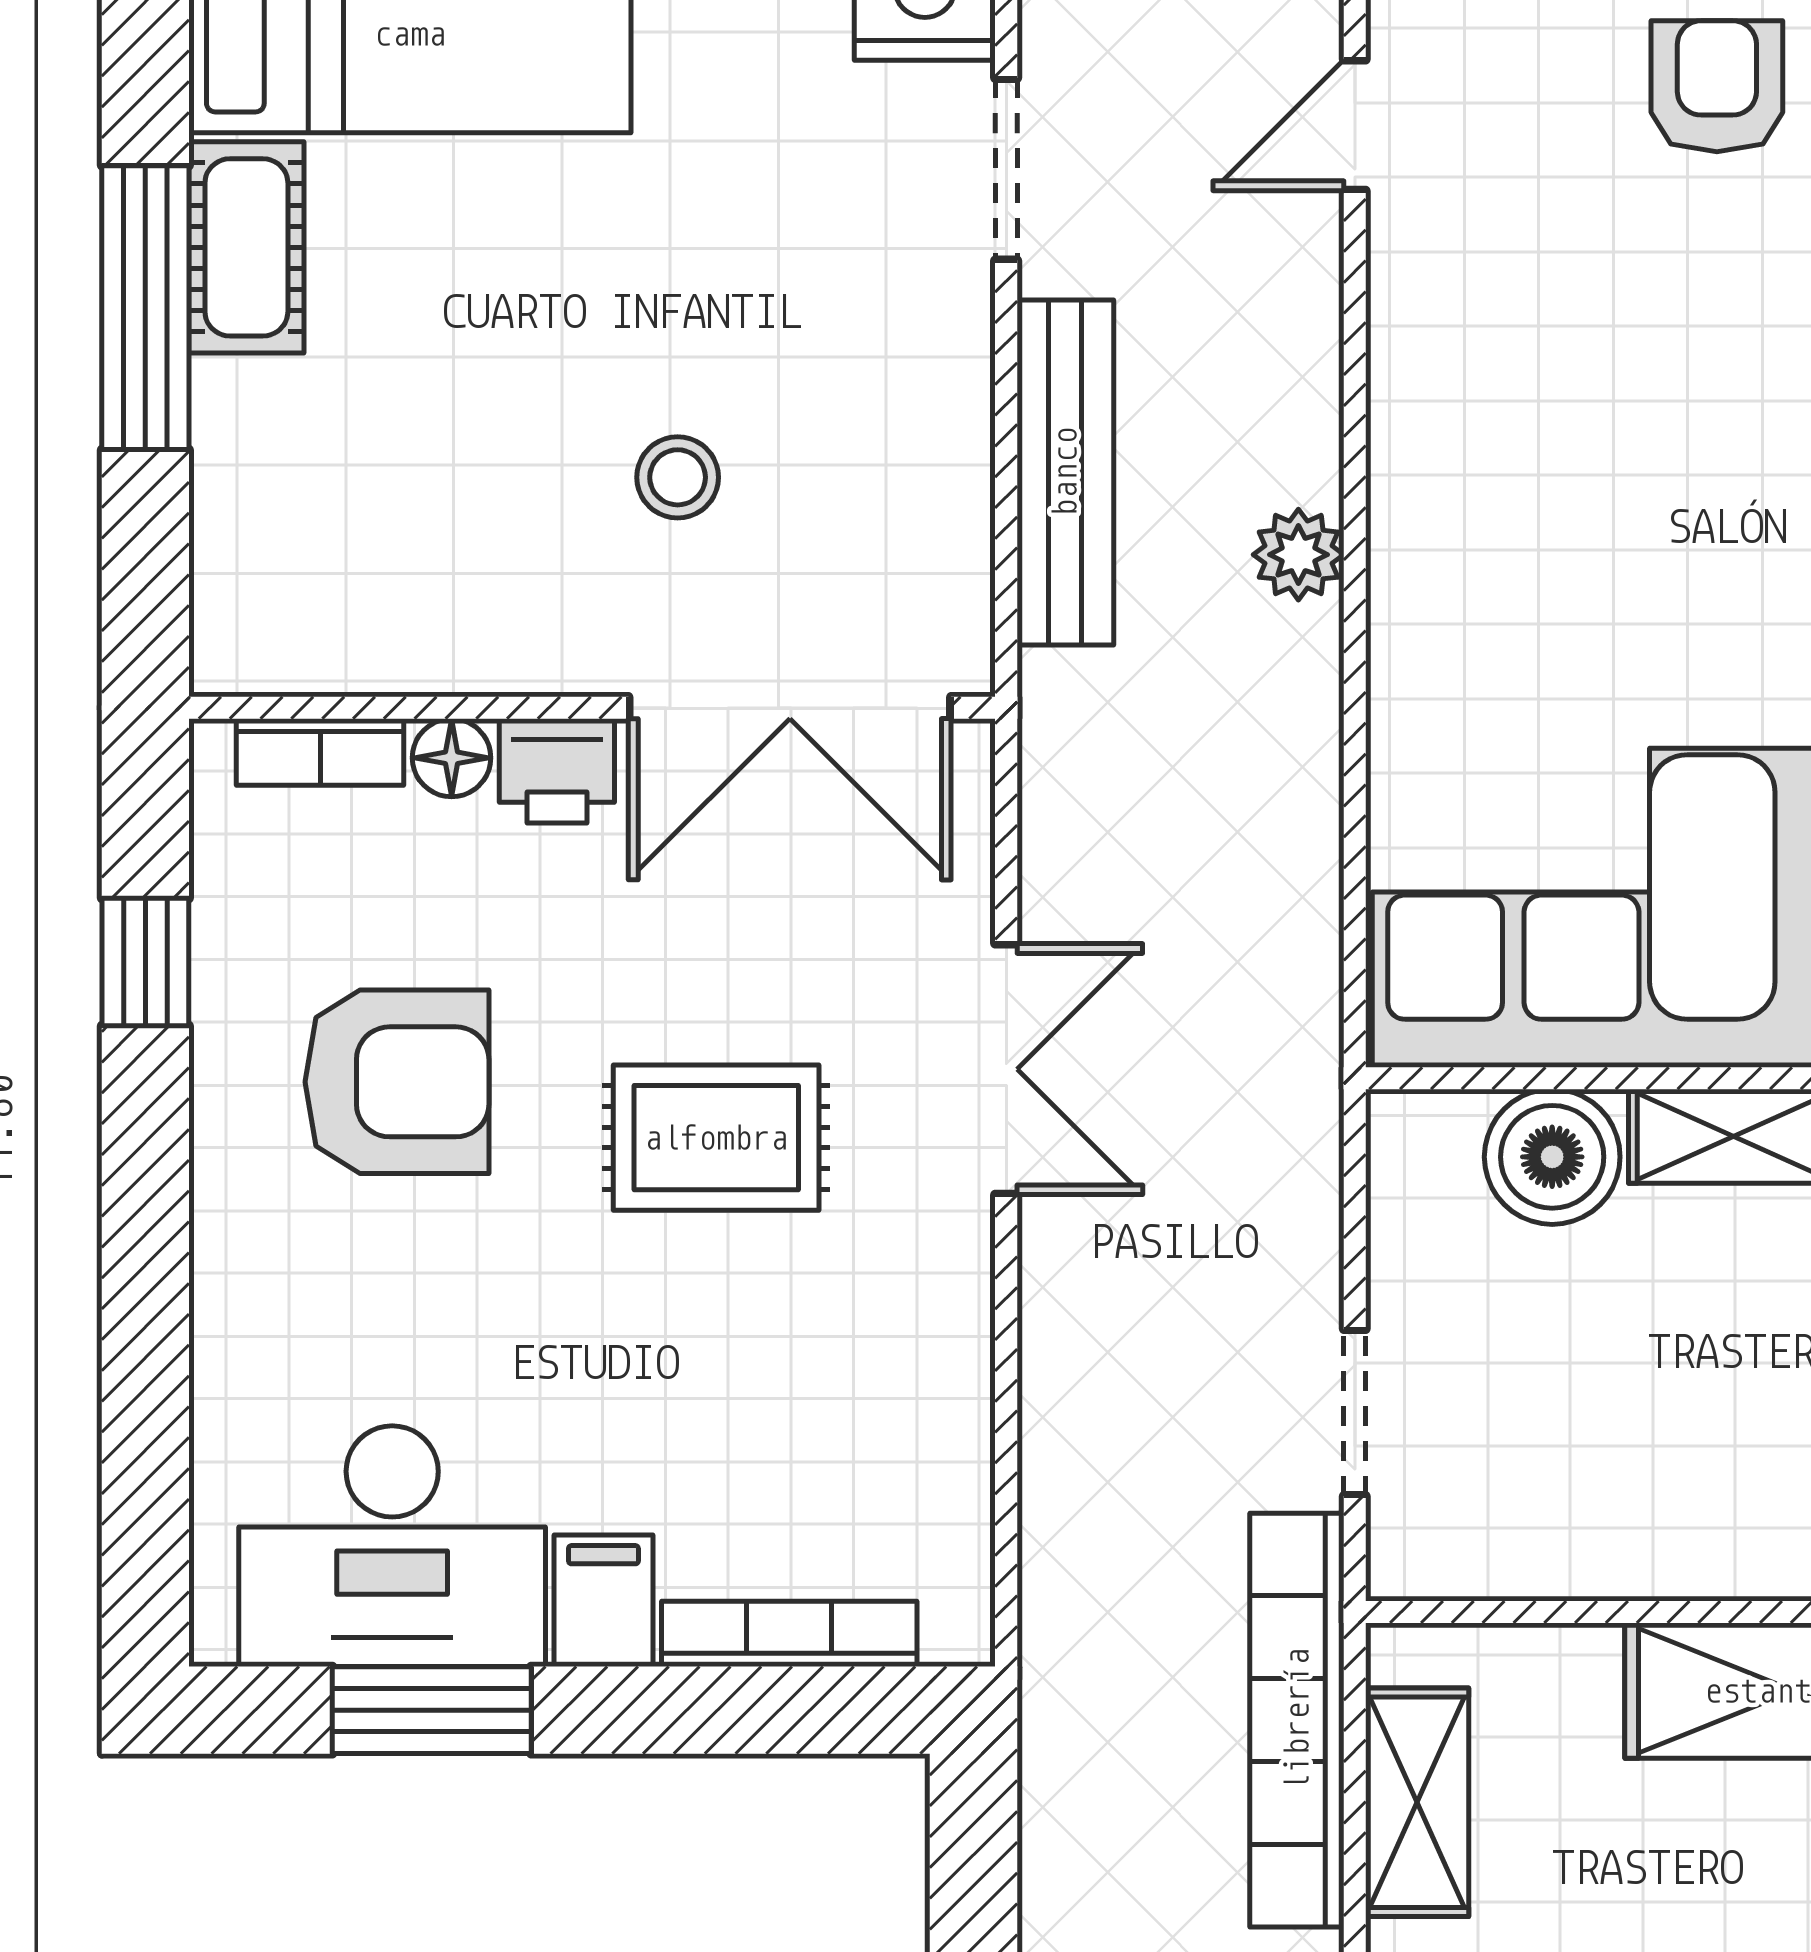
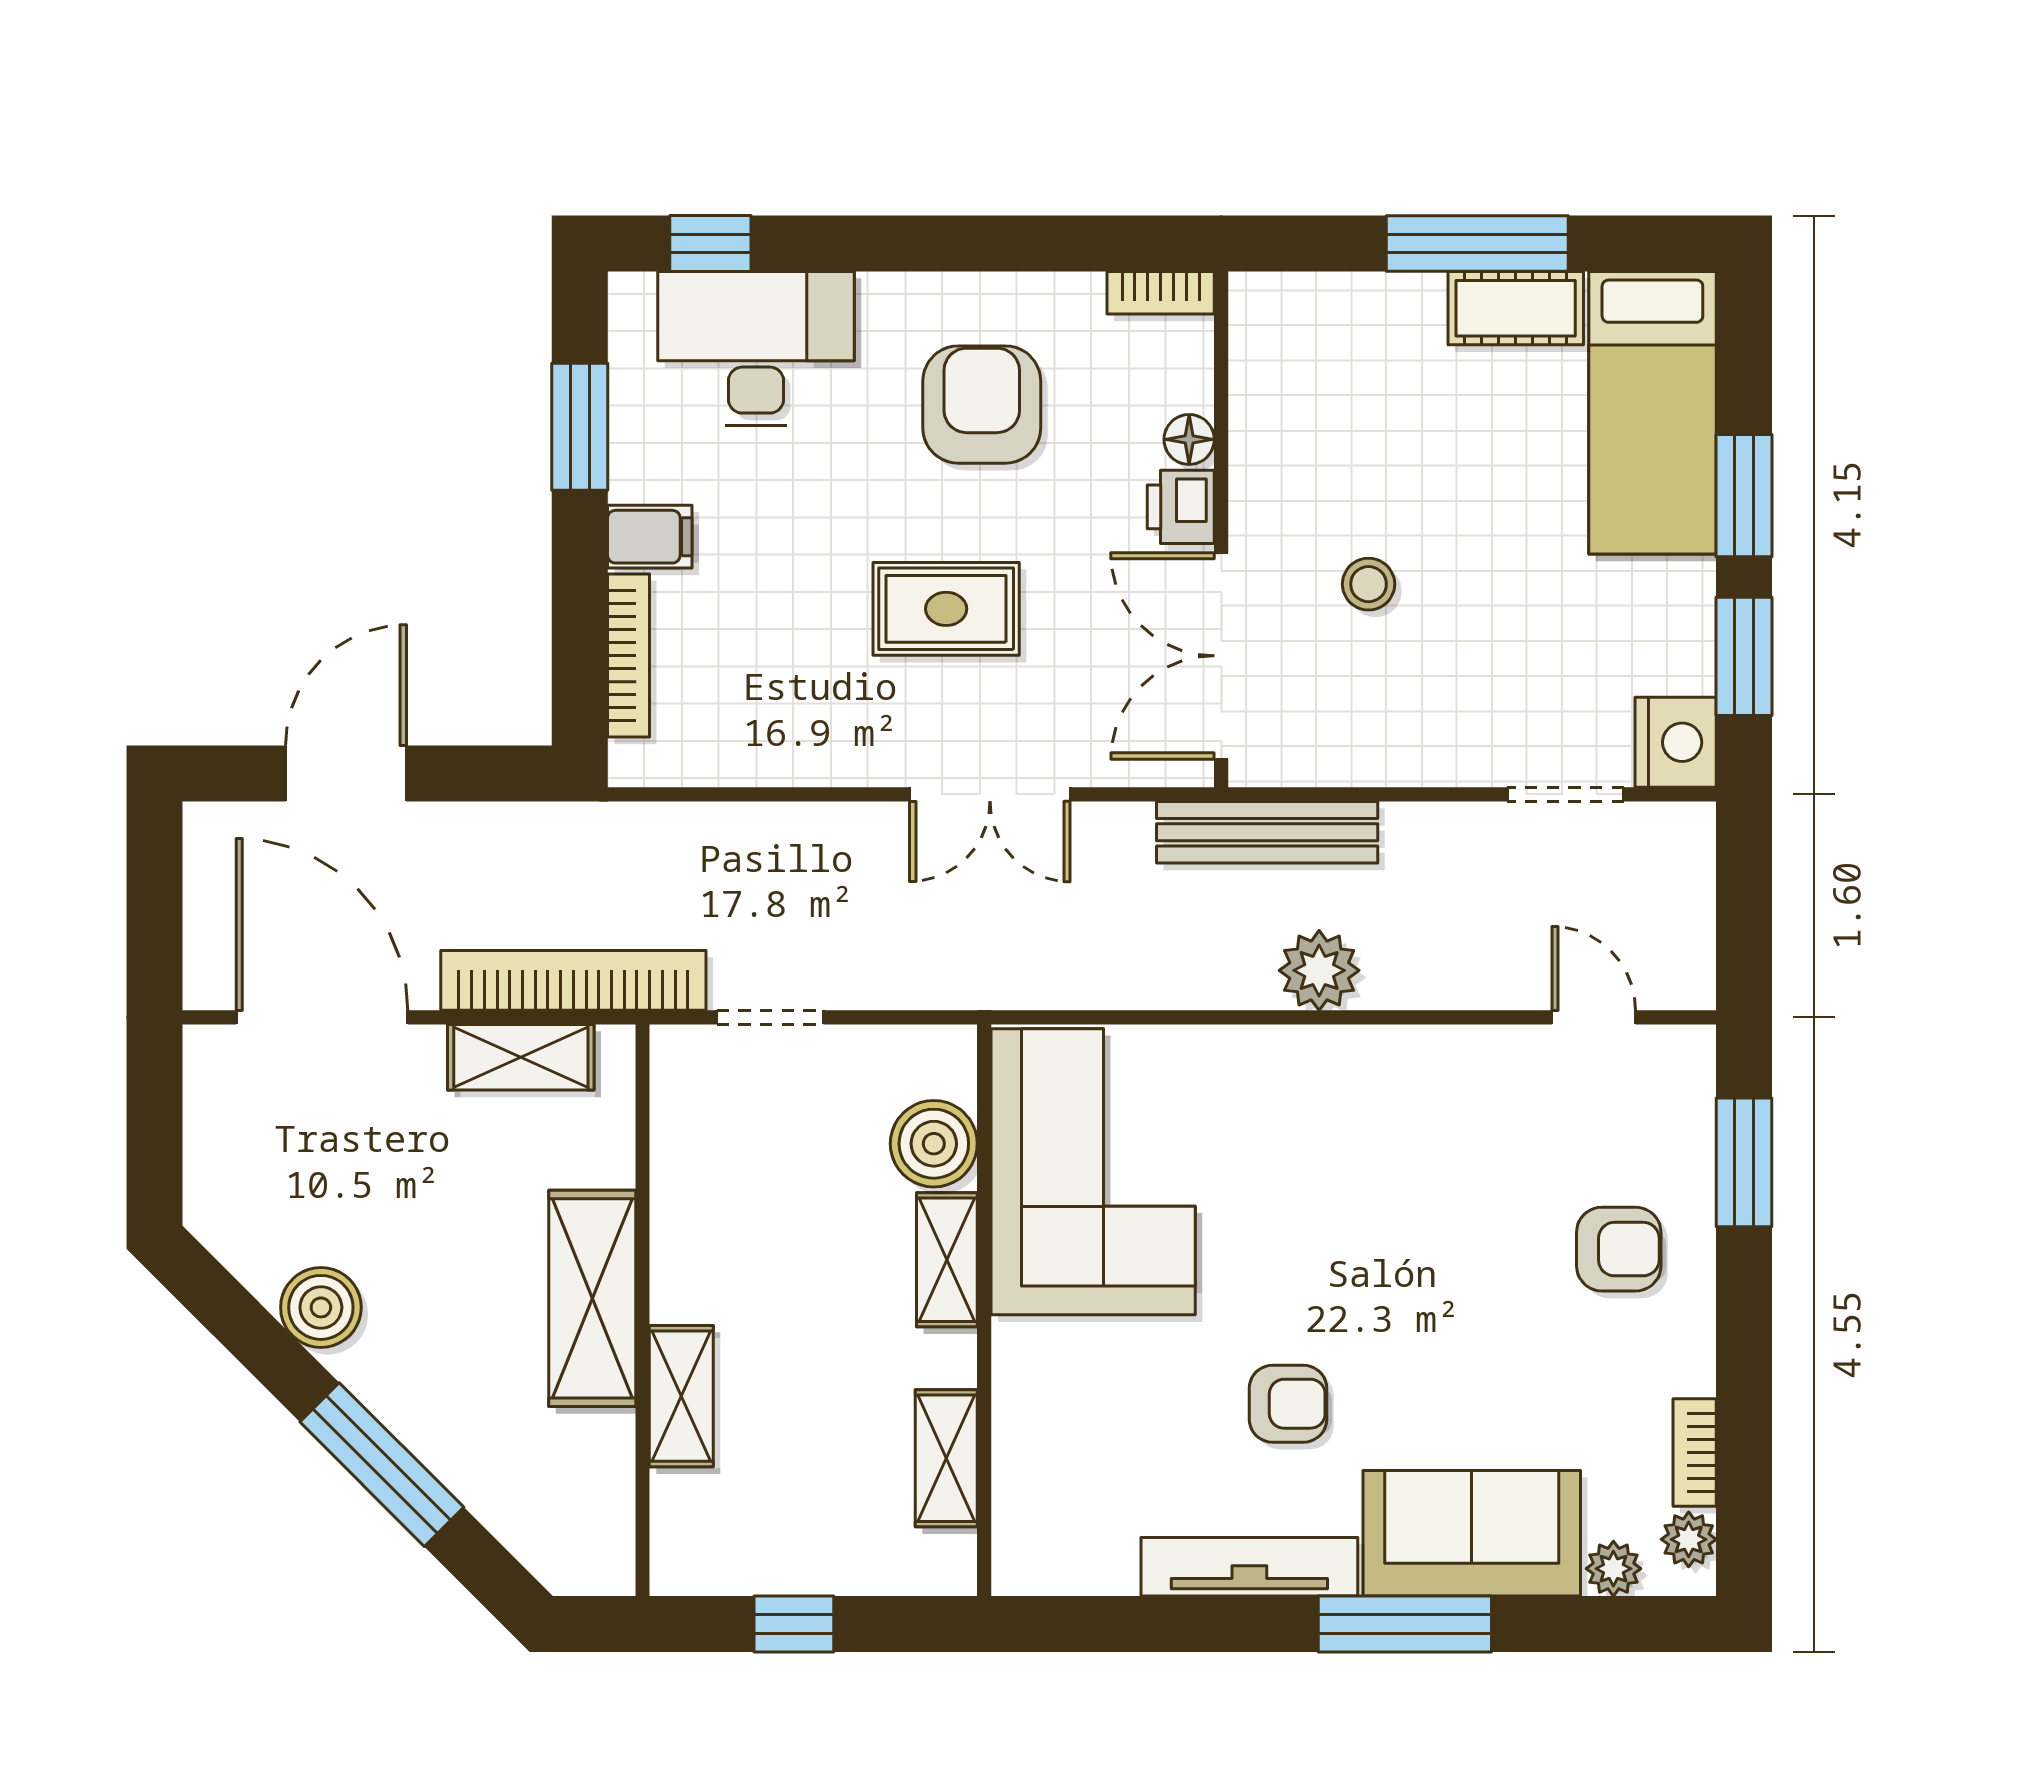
bench: (1065, 472) -> (1267, 832), moved
plant: (1298, 555) -> (1319, 970), width x1.38, depth x1.38
bookcase: (320, 752) -> (1161, 293), moved, turned -90
window: (145, 962) -> (710, 244), moved
armchair: (397, 1082) -> (982, 405), turned 180
rug: (716, 1138) -> (946, 609), turned 90
desk: (392, 1546) -> (756, 348), moved, turned 90

